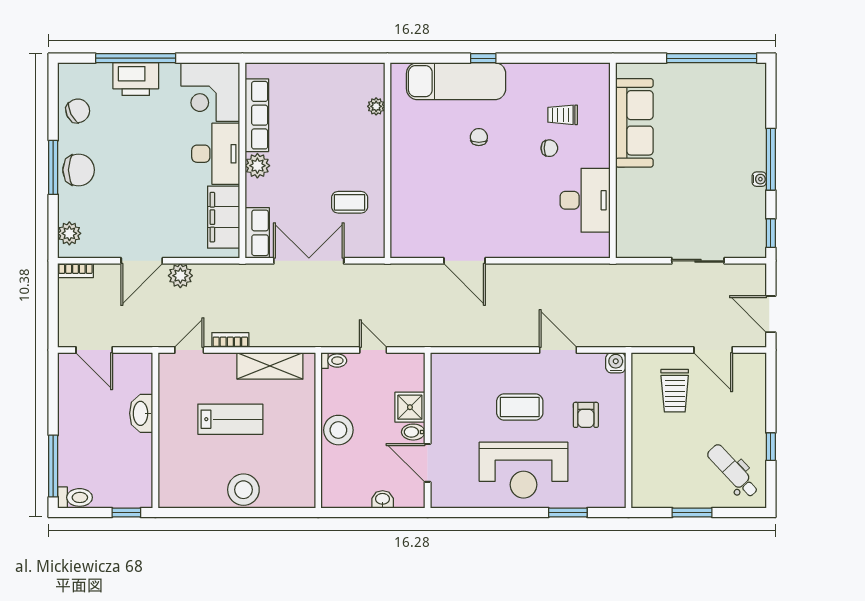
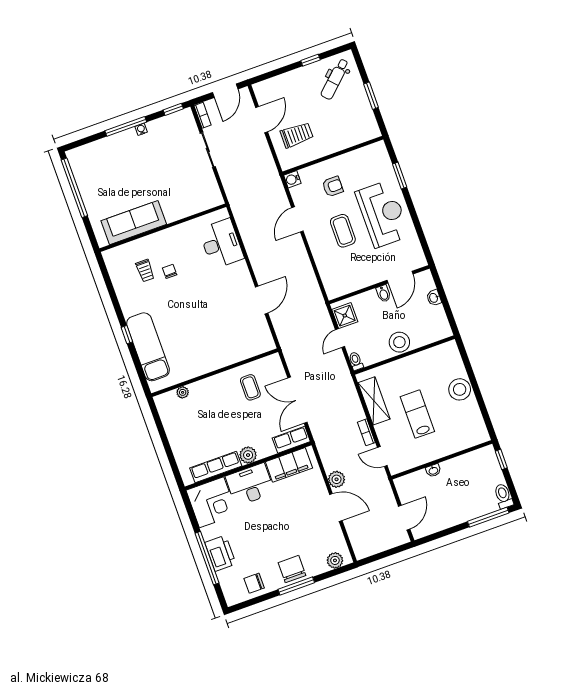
chair: (78, 111) -> (254, 583), turned -64
chair: (479, 137) -> (179, 319), removed
desk: (585, 200) -> (221, 244), moved, turned 90
bookcase: (75, 271) -> (203, 115), moved
shower: (410, 407) -> (345, 316), moved
washbasin: (141, 413) -> (433, 470), width x0.52, depth x0.69

